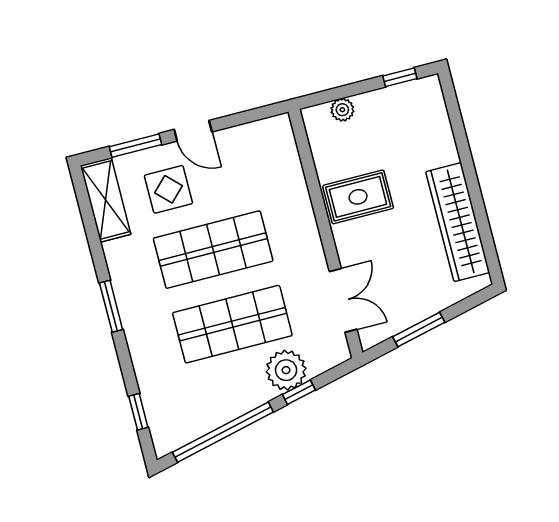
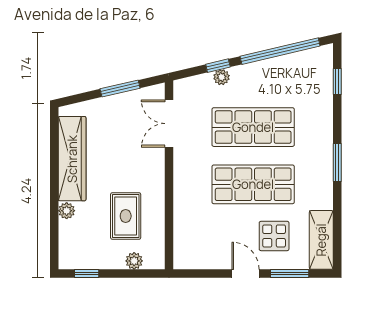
plant: (447, 152) -> (67, 211), added
rug: (358, 197) -> (126, 216), moved, turned 90
plant: (286, 370) -> (222, 77), width x0.53, depth x0.53

